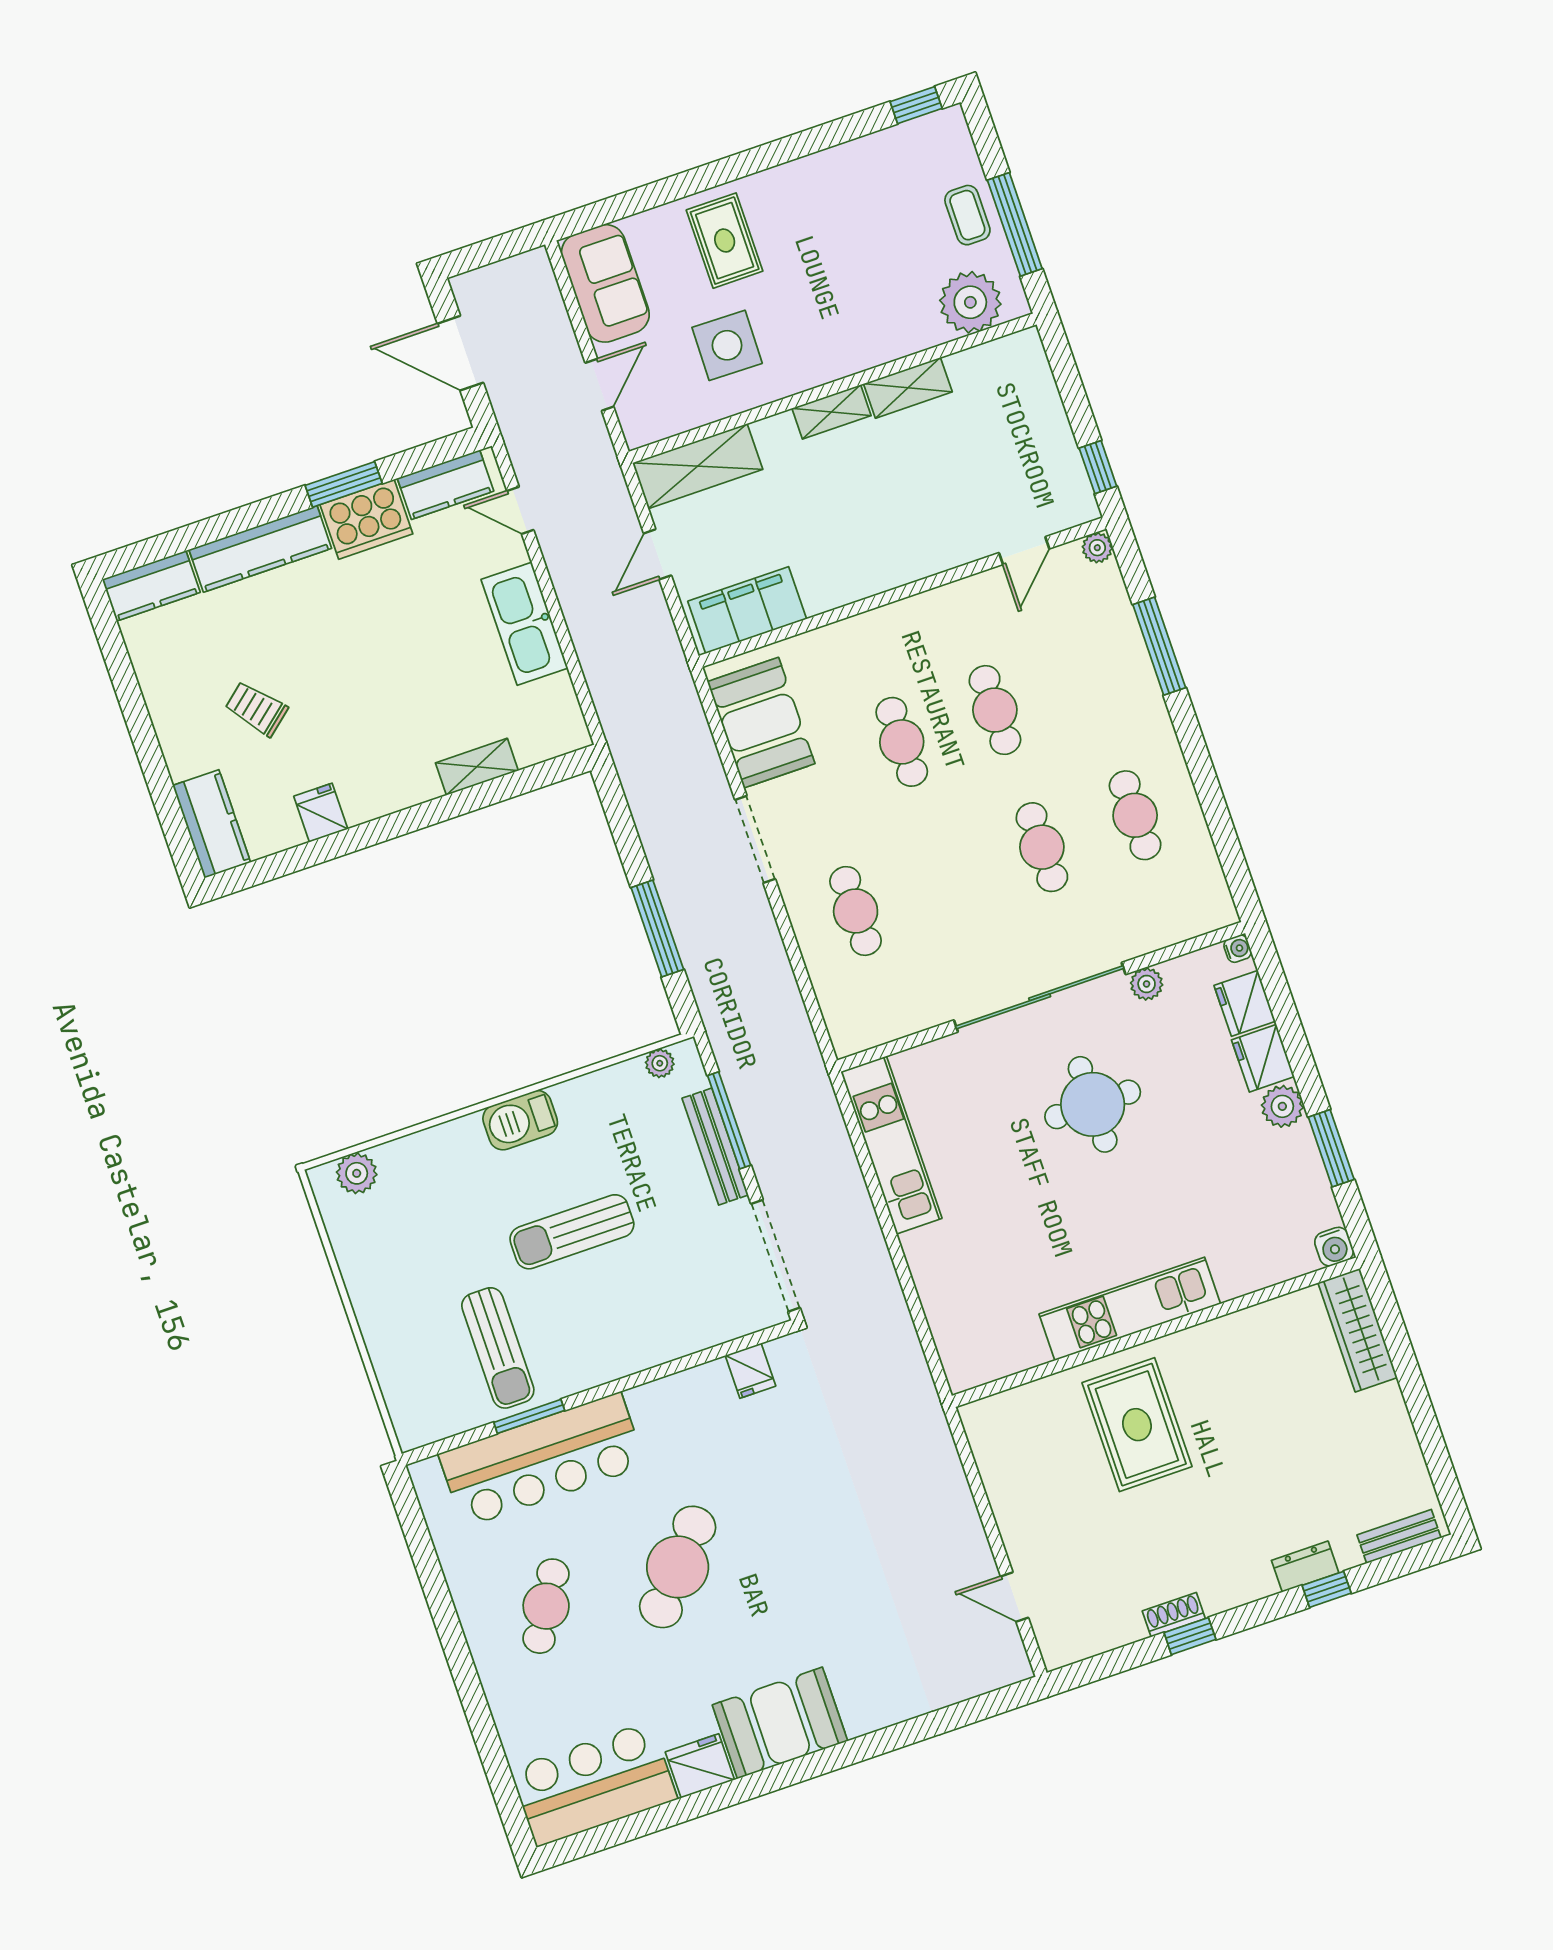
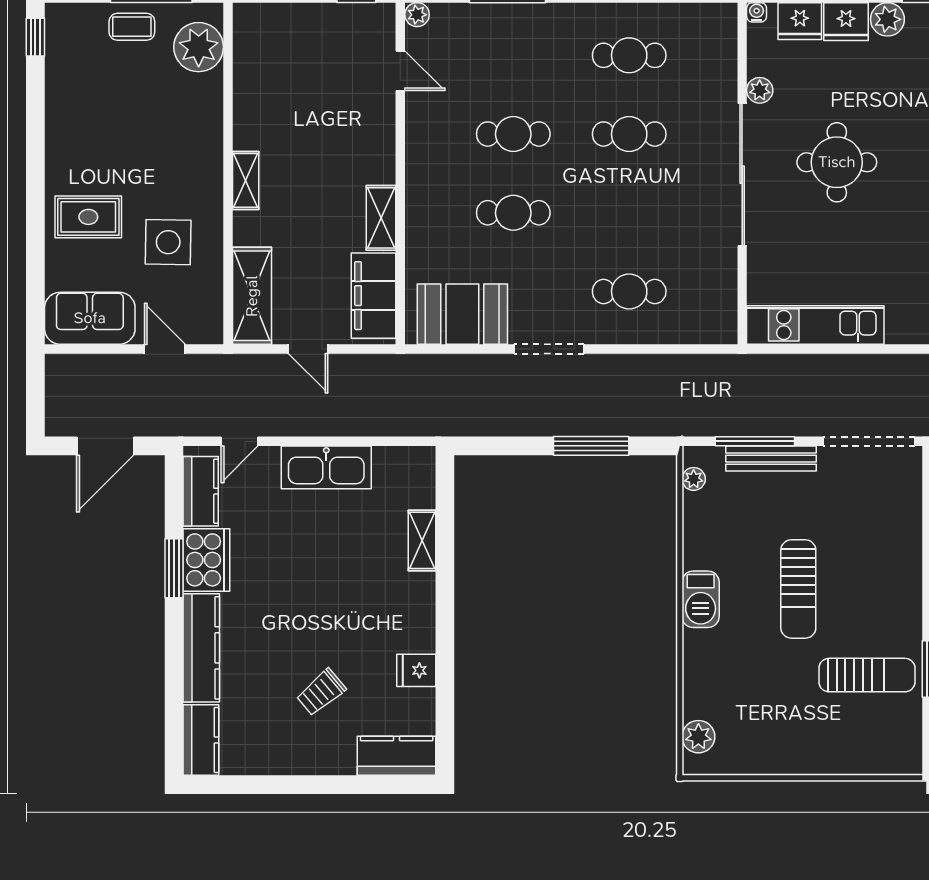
shelving: (908, 388) -> (381, 218), moved

